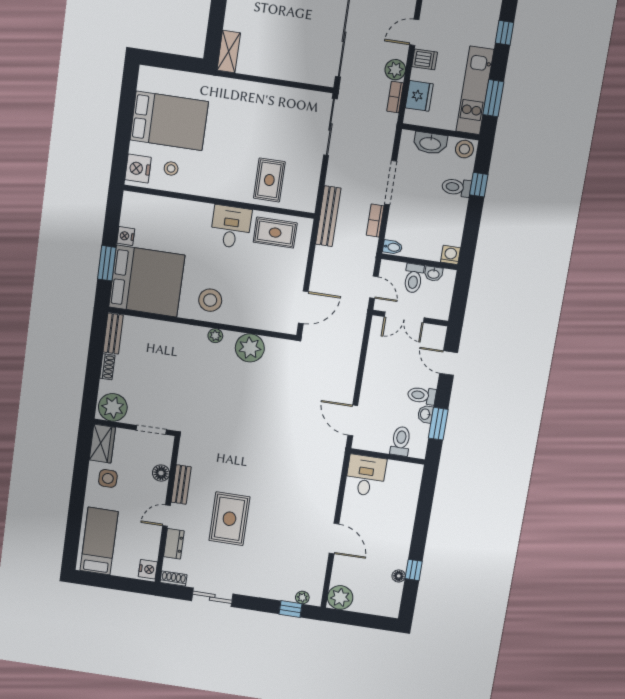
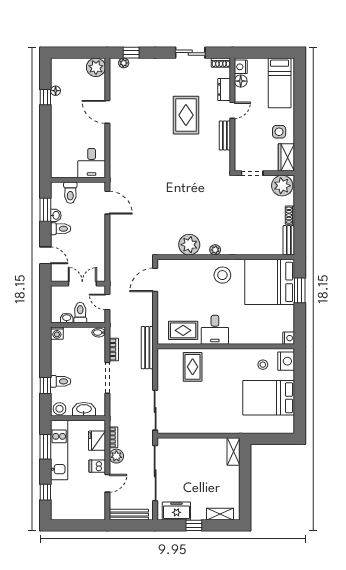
nightstand: (126, 236) -> (289, 338), moved
floor lamp: (161, 473) -> (241, 81), moved

